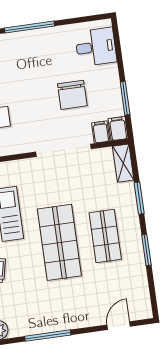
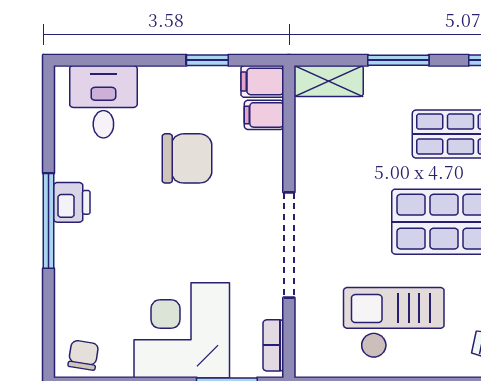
printer: (41, 38) -> (72, 202), added
window: (125, 98) -> (207, 60), width x0.67
doorway: (64, 150) -> (289, 245), moved

